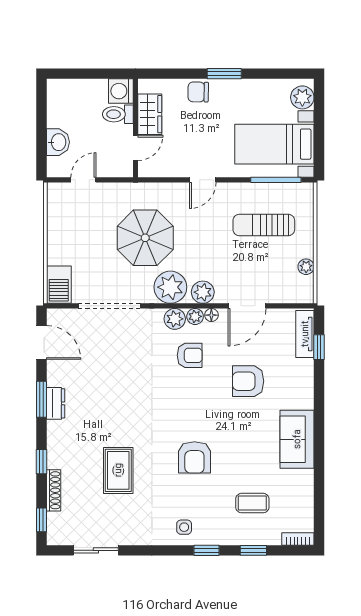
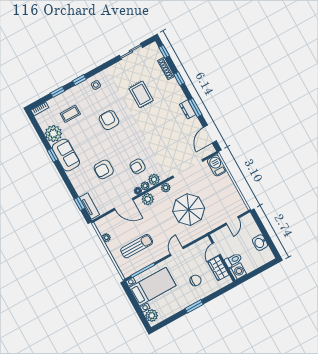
chair: (198, 92) -> (196, 280), moved
washbasin: (58, 142) -> (260, 243), moved
plant: (170, 287) -> (166, 188), width x0.53, depth x0.53
door: (247, 306) -> (124, 204), swing flipped
door: (41, 342) -> (210, 134), hinge flipped
armchair: (248, 381) -> (104, 169), turned 180
window: (319, 451) -> (53, 155), added
plant: (298, 486) -> (53, 134), added

